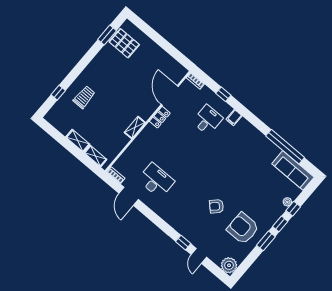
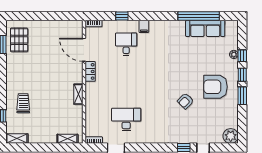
pallet: (124, 43) -> (19, 40), turned 90
shelving: (78, 141) -> (17, 139), moved
sofa: (293, 170) -> (205, 28), moved
armchair: (243, 228) -> (216, 87), moved

